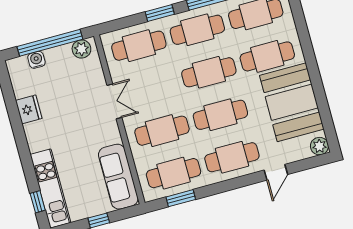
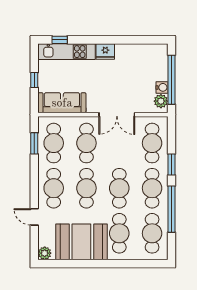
water cooler: (36, 60) -> (162, 87), moved
double door: (114, 101) -> (117, 115), width x1.37
fridge: (29, 109) -> (105, 51), moved

